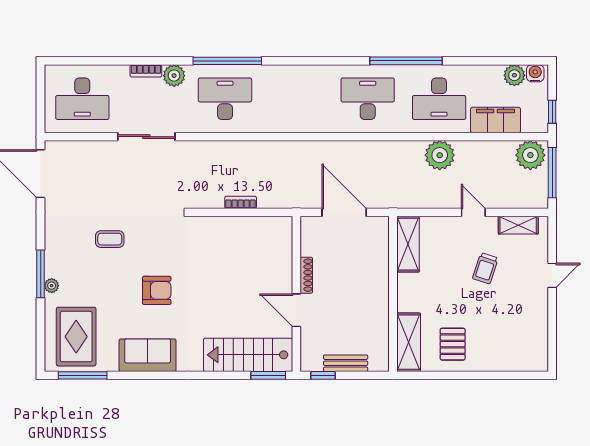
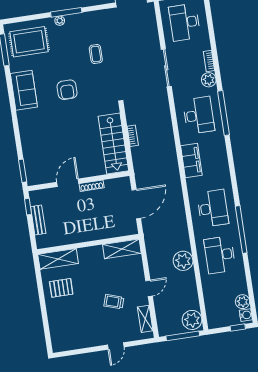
window: (552, 112) -> (238, 328), moved
filing cabinet: (496, 120) -> (191, 161), moved
door: (552, 275) -> (116, 346), hinge flipped
stairs: (248, 355) -> (113, 144), moved, turned 180

